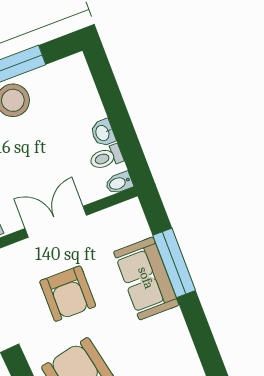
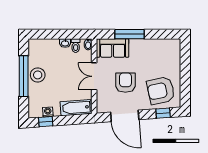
sofa: (146, 278) -> (113, 48), moved
armchair: (68, 294) -> (125, 83), turned -90

